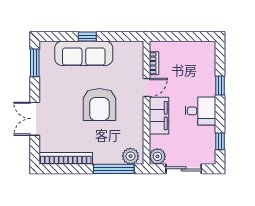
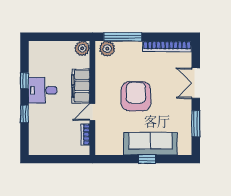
window: (35, 63) -> (196, 124), moved
double door: (35, 119) -> (196, 83), swing flipped
window: (220, 141) -> (24, 81), moved
sliding door: (184, 169) -> (58, 37), removed

